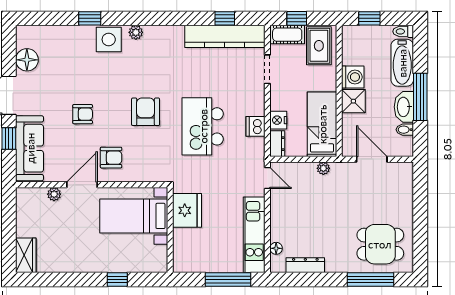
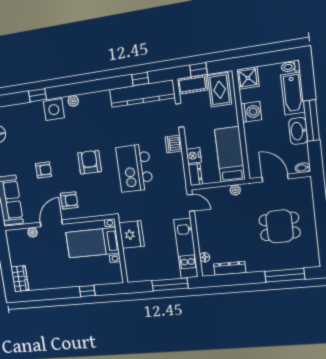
window: (369, 18) -> (260, 60), removed
shower: (353, 101) -> (248, 78), moved
dishwasher: (255, 126) -> (174, 144), moved
bidet: (405, 130) -> (303, 168), moved
dining table: (380, 244) -> (280, 226), moved

